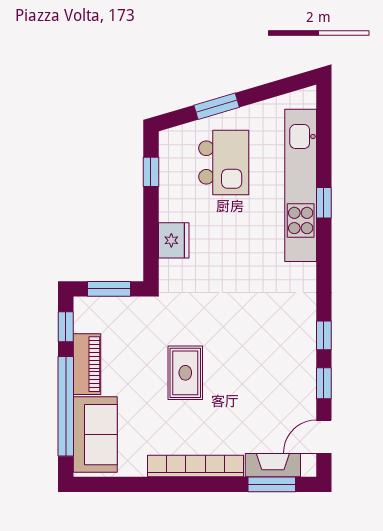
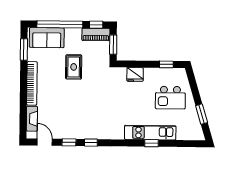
window: (217, 106) -> (202, 114), moved
kitchen unit: (301, 185) -> (150, 133), width x0.73
piano: (87, 364) -> (96, 34), moved
rug: (185, 373) -> (74, 67), moved, turned 90
window: (272, 484) -> (24, 50), moved

